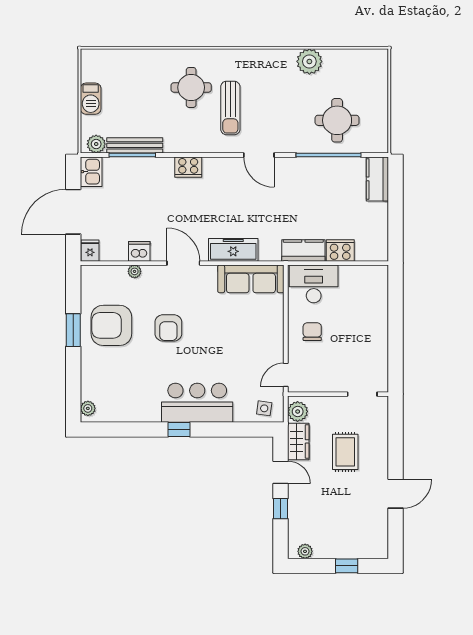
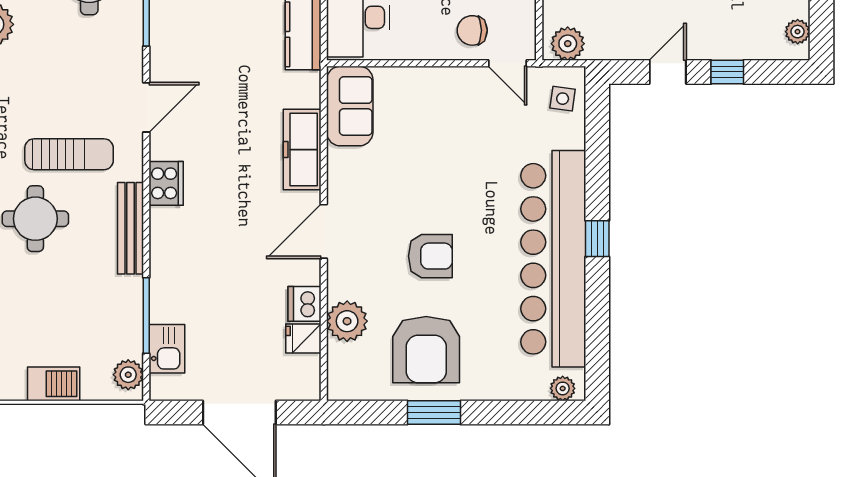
bench: (135, 145) -> (131, 228), moved
cooker: (188, 167) -> (166, 183), moved
kitchen sink: (91, 172) -> (167, 349), moved, turned 90
fridge: (90, 251) -> (303, 339), moved
plant: (135, 271) -> (347, 321), width x1.88, depth x1.88
sofa: (251, 279) -> (350, 106), width x0.73
chair: (312, 332) -> (472, 30), moved
bar counter: (197, 403) -> (553, 259), width x1.86
wardrobe: (298, 441) -> (617, 43), removed

